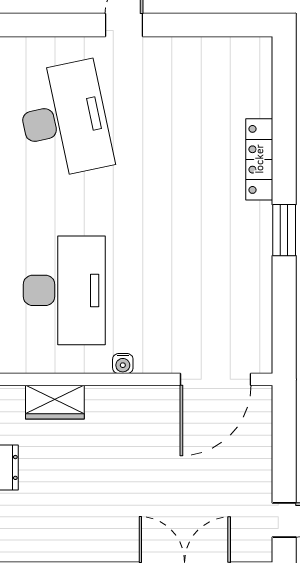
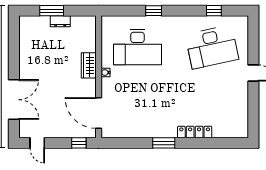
wardrobe: (55, 402) -> (89, 65), moved
window: (284, 425) -> (79, 143), added

